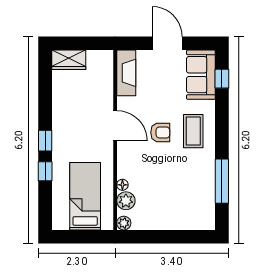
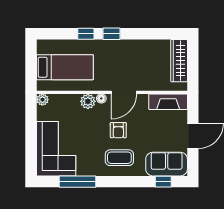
wardrobe: (69, 60) -> (179, 61), width x1.50
floor lamp: (122, 185) -> (101, 98), moved
plant: (126, 201) -> (88, 101), moved
corner sofa: (183, 207) -> (56, 149), added

